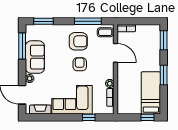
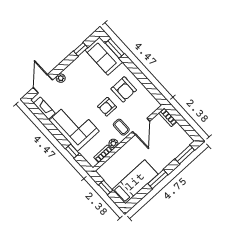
window: (88, 21) -> (146, 83), removed
coffee table: (105, 32) -> (121, 127), moved
window: (22, 46) -> (81, 49), width x0.46
sofa: (35, 57) -> (104, 56), moved, turned 90
armchair: (80, 64) -> (107, 107), turned 180
window: (148, 117) -> (106, 188), moved

